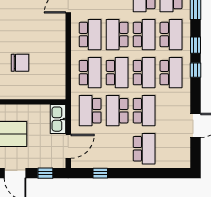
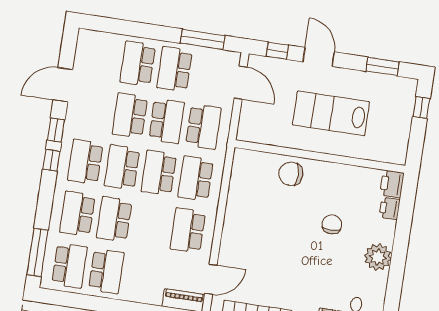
school desk: (117, 35) -> (175, 69), moved, turned 180
window: (195, 45) -> (56, 130), moved
chair: (20, 63) -> (291, 174), moved
kitchen sink: (58, 119) -> (249, 122), removed
door: (68, 146) -> (241, 83), swing flipped
window: (100, 173) -> (203, 39), width x2.17

